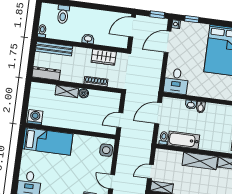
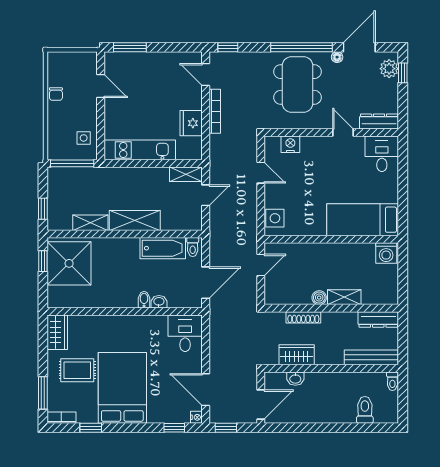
washbasin: (88, 39) -> (295, 379), moved
door: (167, 42) -> (206, 390), swing flipped

